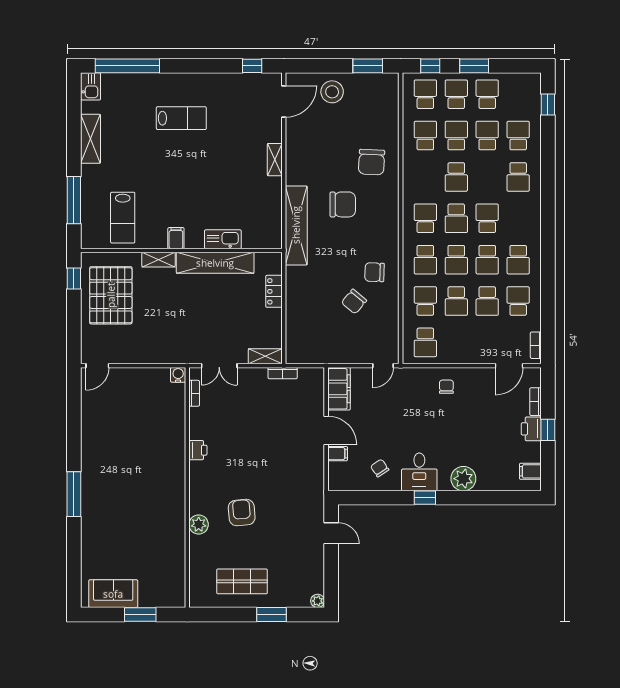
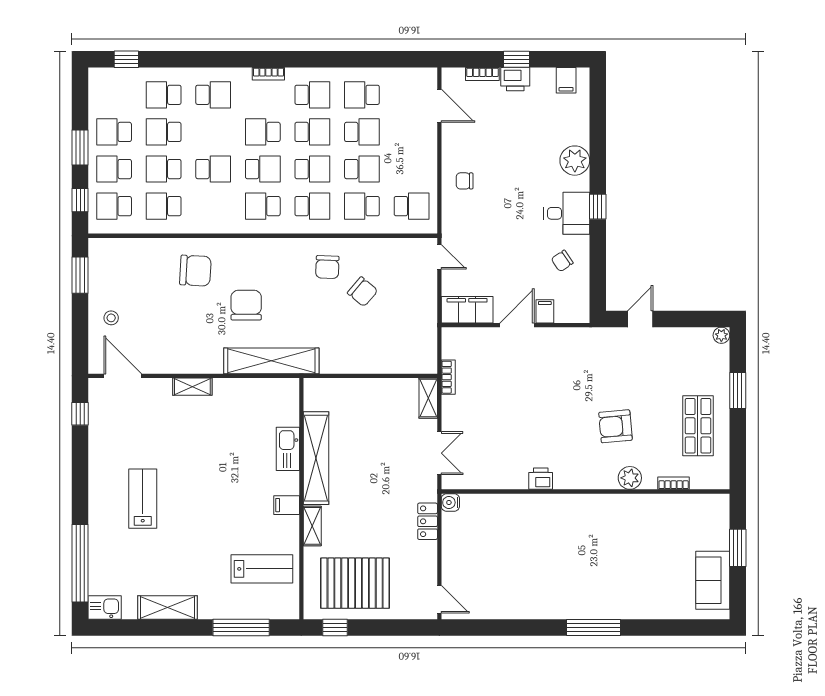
stool: (332, 92) -> (111, 318), width x0.53, depth x0.53
locker: (274, 291) -> (428, 521), moved, turned 90
bookcase: (536, 345) -> (268, 74), moved
bookcase: (194, 393) -> (674, 483), moved

